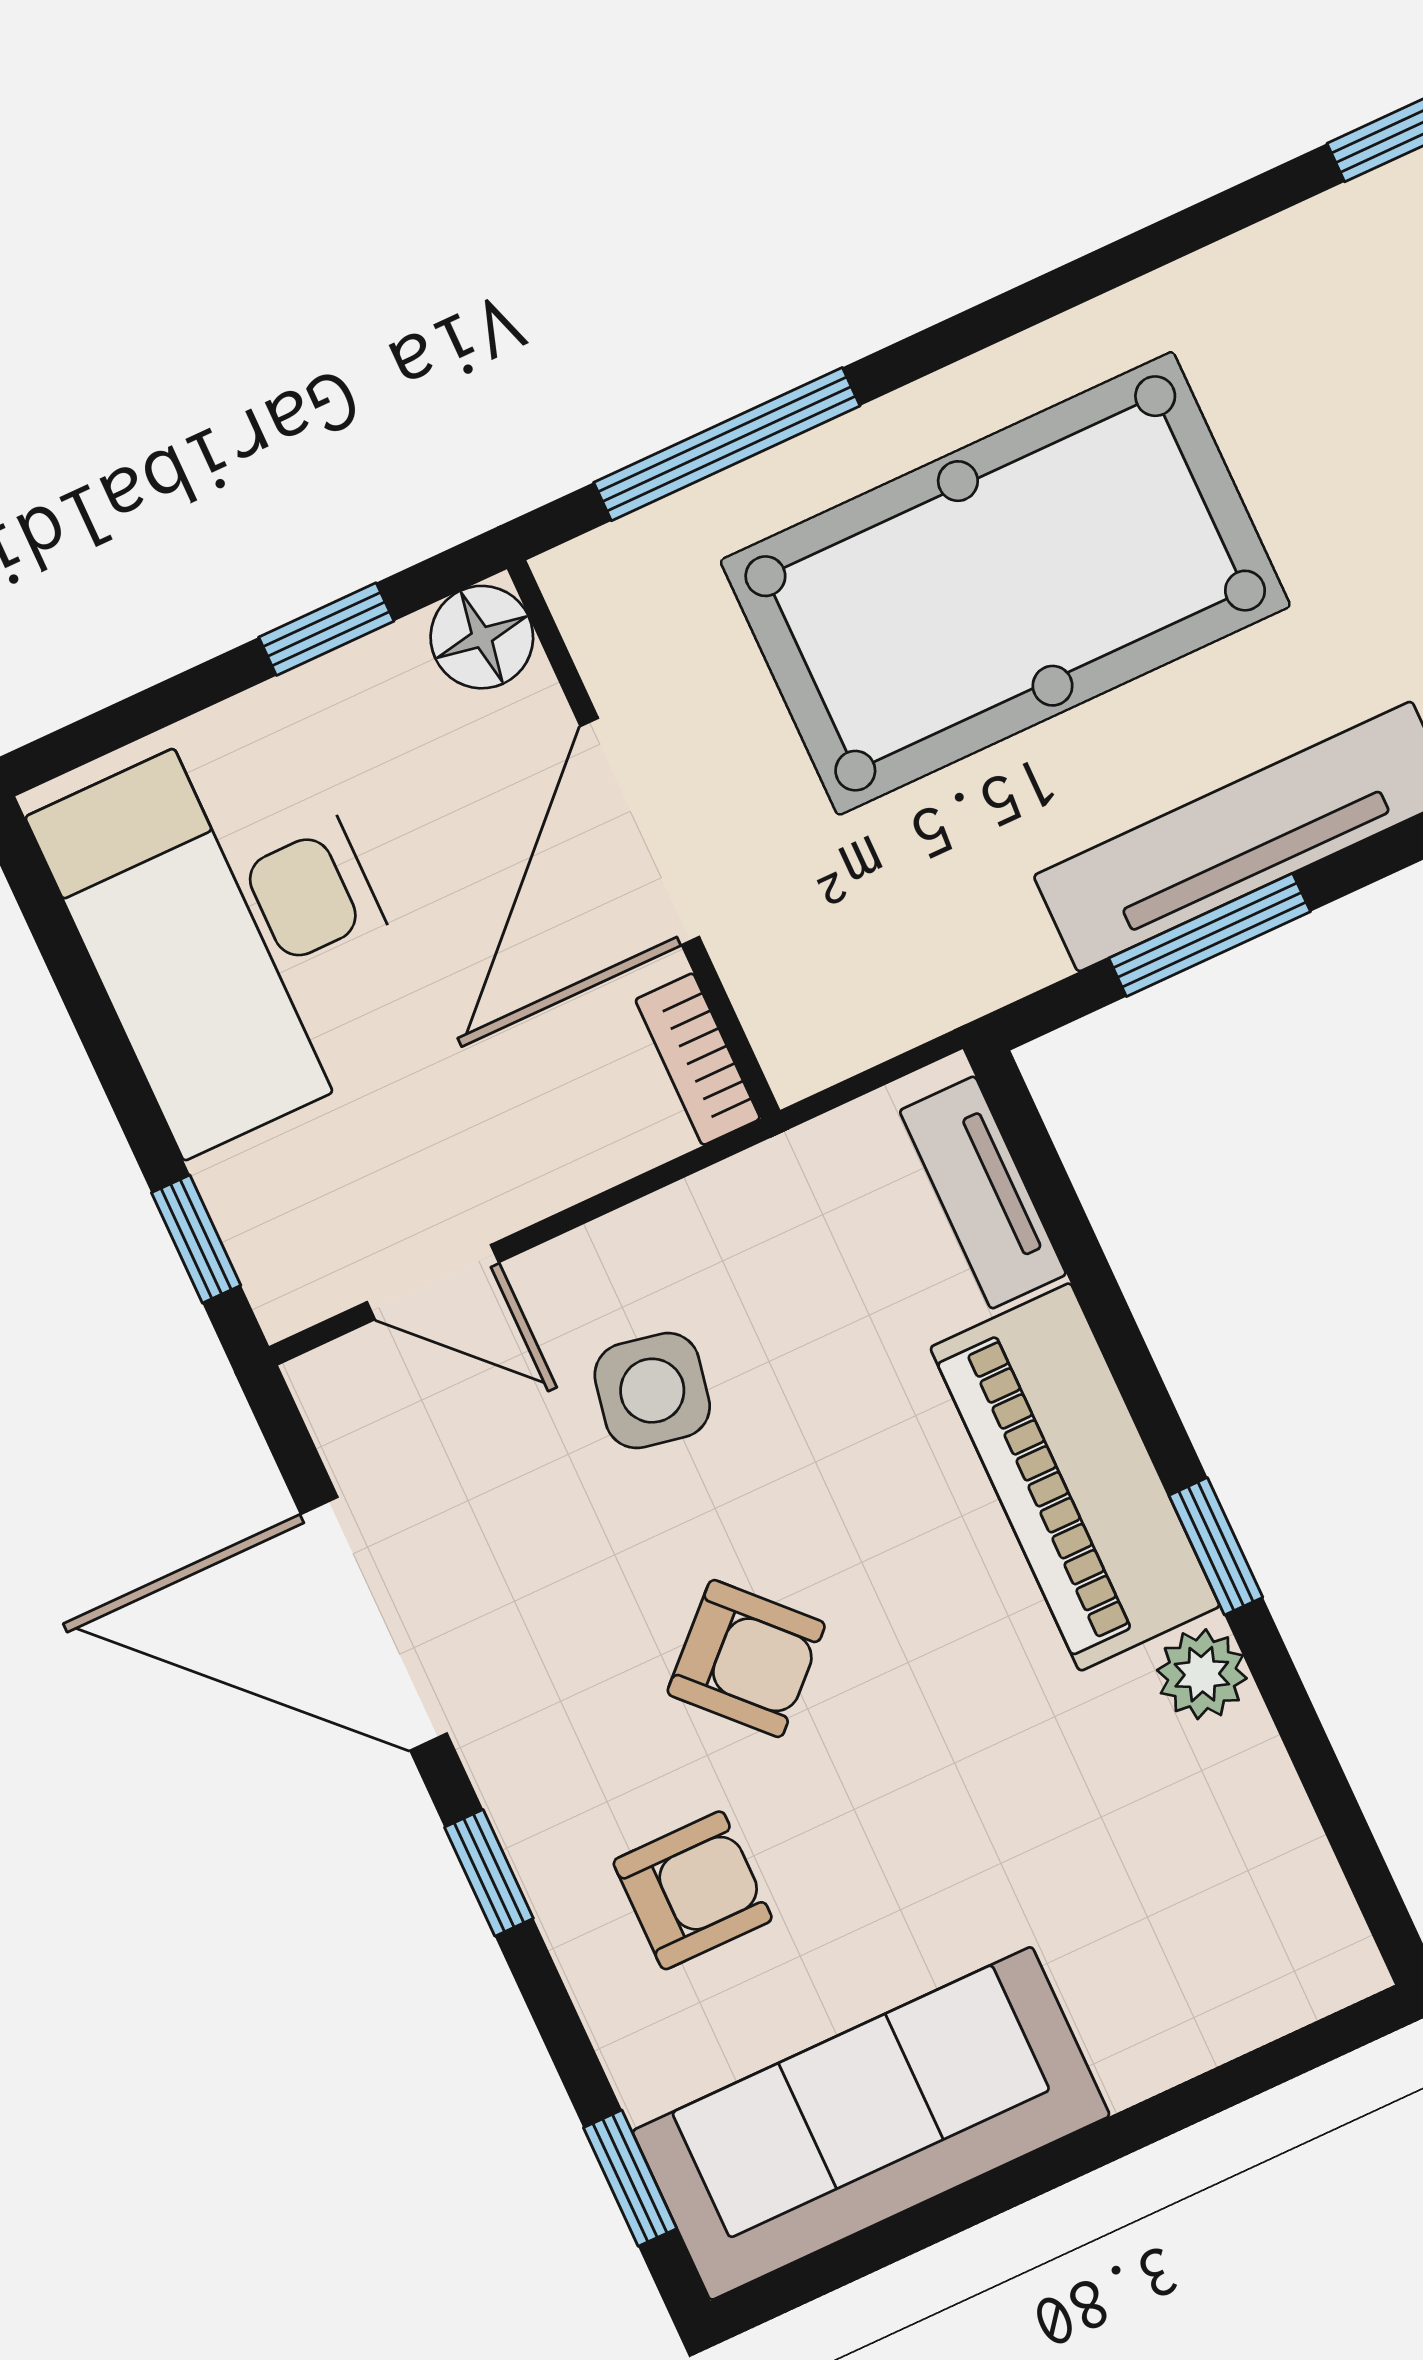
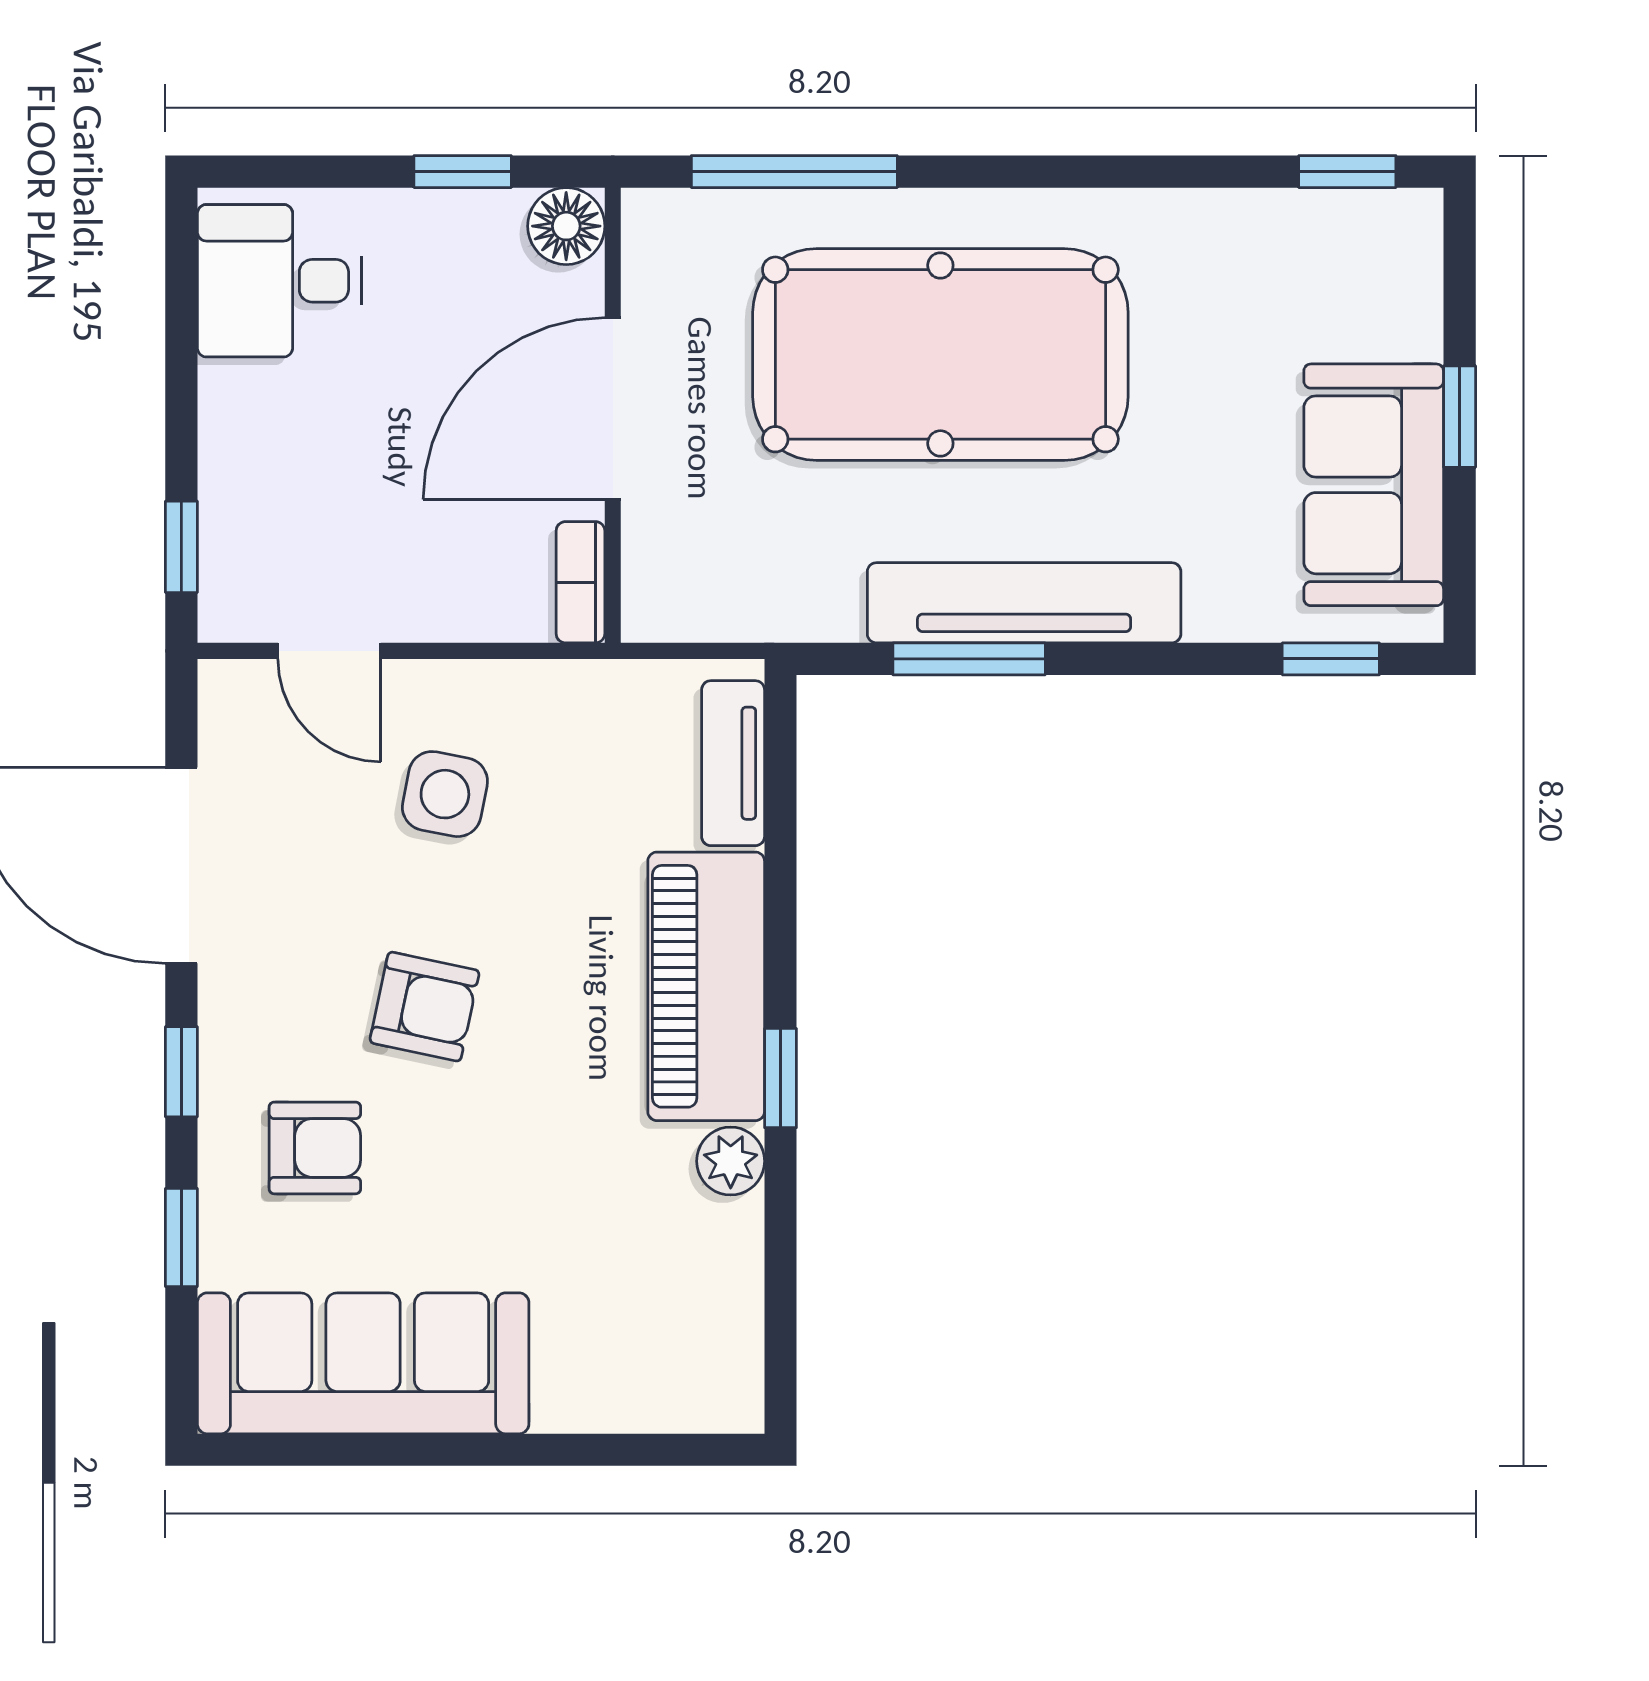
desk: (233, 930) -> (280, 281), width x0.53, depth x0.77
armchair: (746, 1659) -> (424, 1007), turned -34
window: (630, 2178) -> (181, 1238), moved

